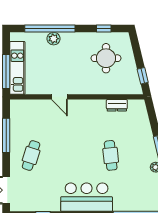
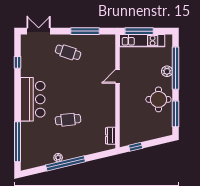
window: (104, 28) -> (176, 114), width x2.17
round table: (106, 58) -> (158, 99), moved
dresser: (117, 105) -> (111, 136), moved

